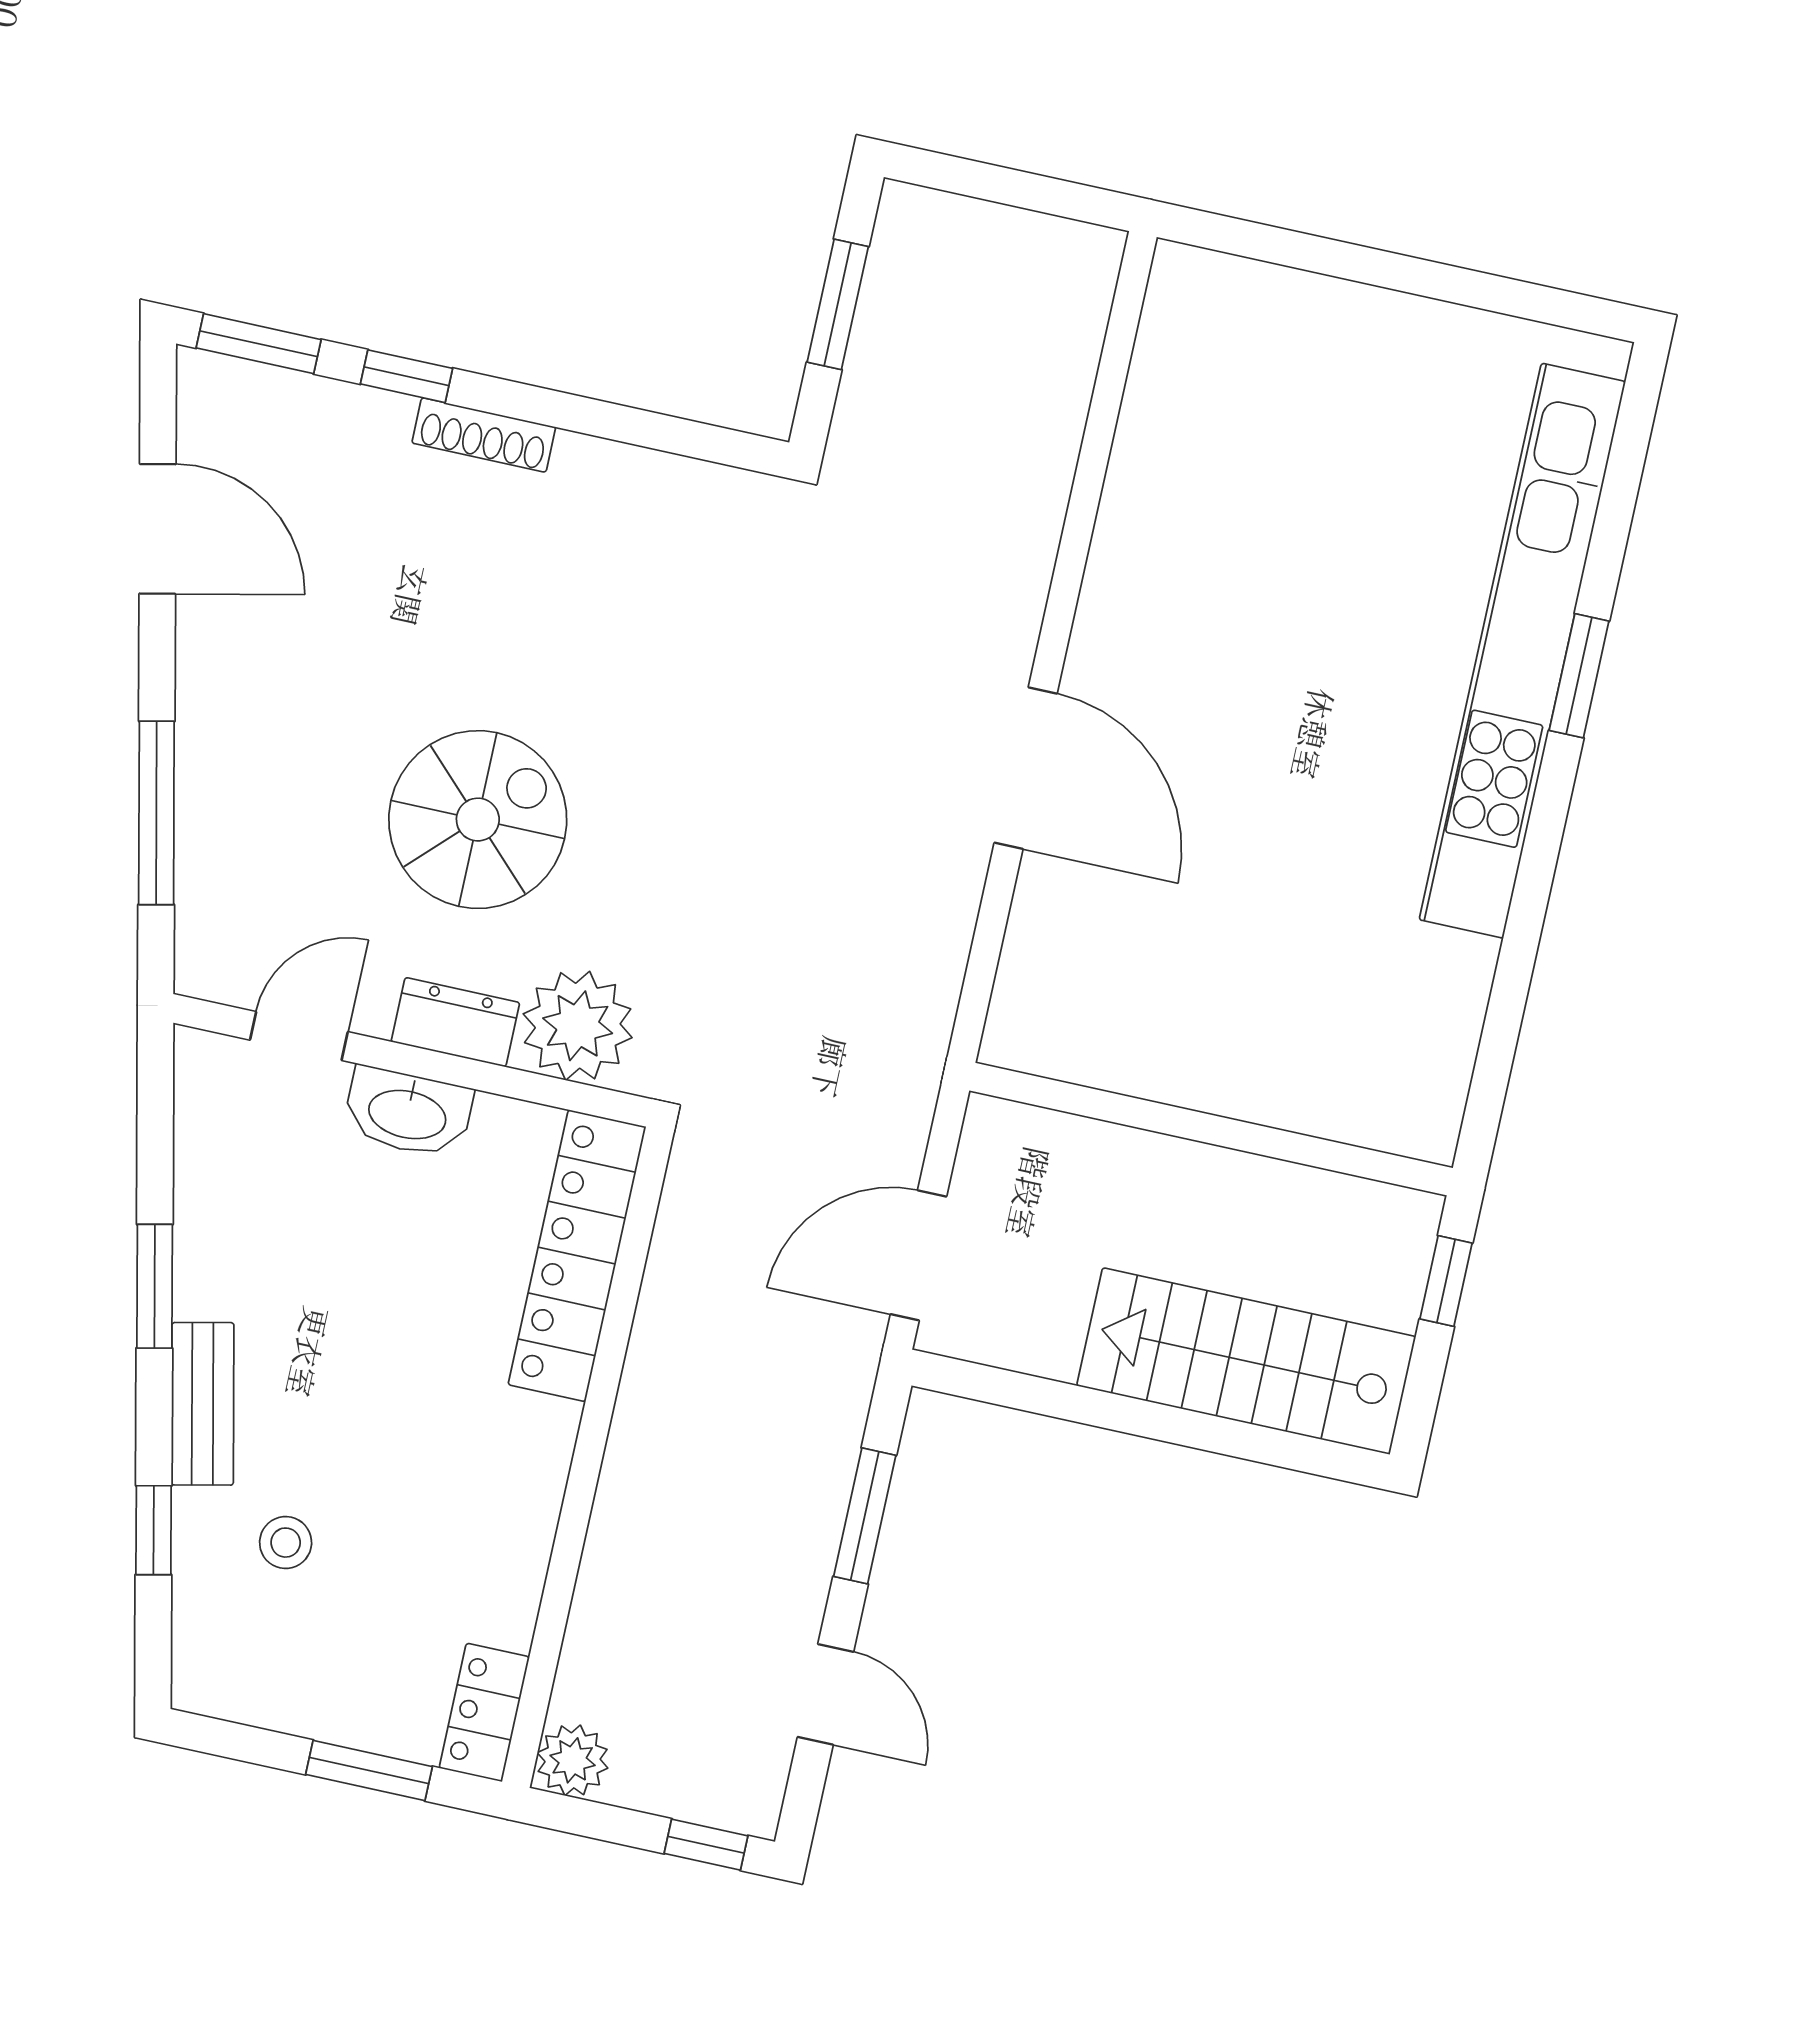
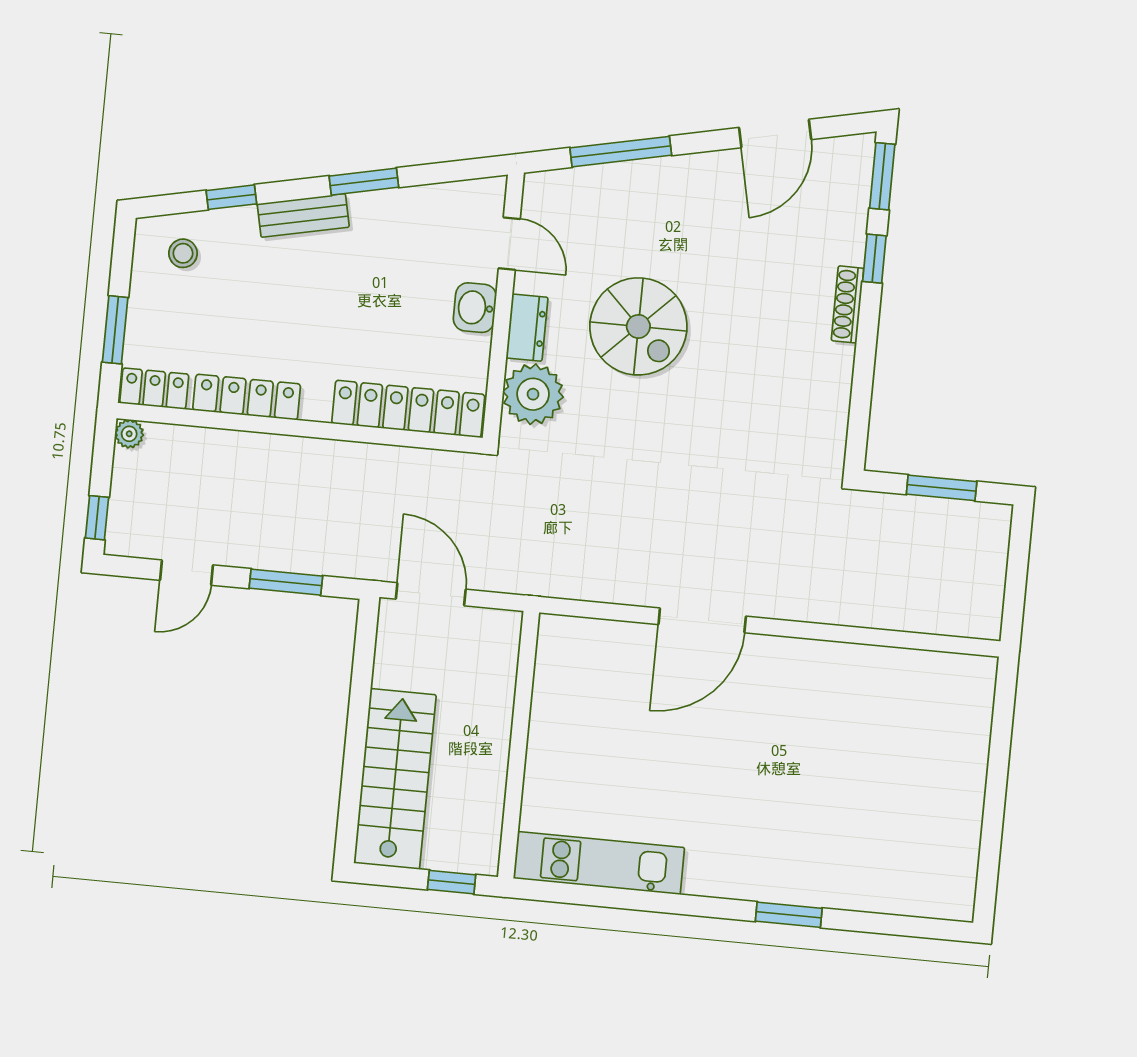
kitchen unit: (1522, 651) -> (599, 863), moved, width x0.54
washbasin: (408, 1112) -> (475, 308), width x0.72
stool: (286, 1543) -> (183, 253), moved
locker: (520, 1546) -> (247, 397), added
plant: (573, 1760) -> (129, 434), width x0.73, depth x0.73

